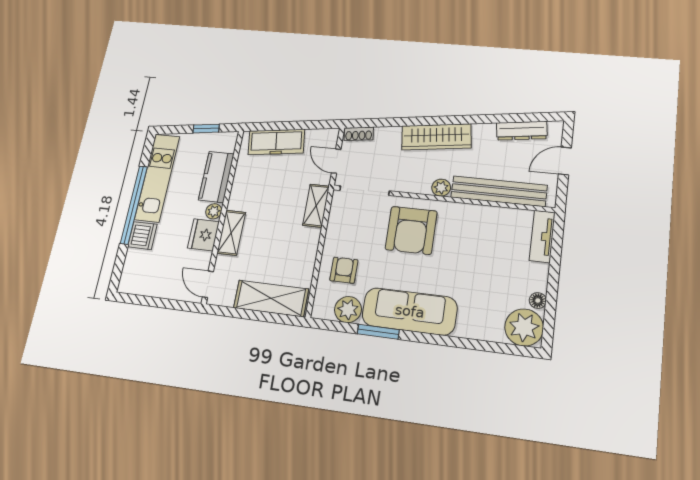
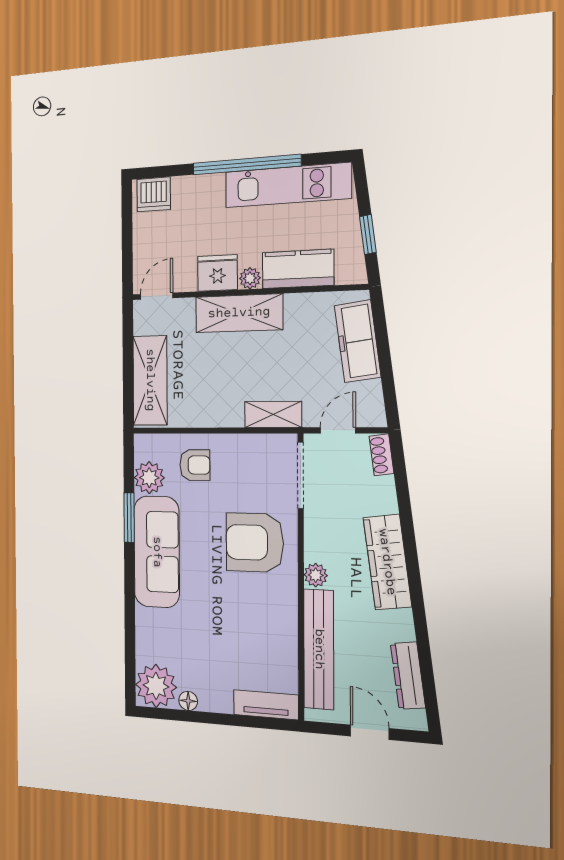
shelving: (231, 233) -> (239, 313), width x1.50, depth x1.33
dishwasher: (142, 236) -> (154, 194), moved

